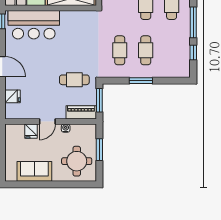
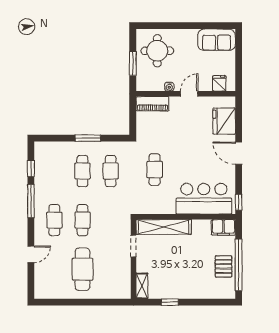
cafe table: (74, 80) -> (155, 170), moved, turned 90
fridge: (12, 96) -> (224, 121), width x1.88, depth x1.34
window: (99, 100) -> (133, 117), removed
fridge: (31, 131) -> (219, 83), moved
sofa: (34, 171) -> (217, 40), moved

